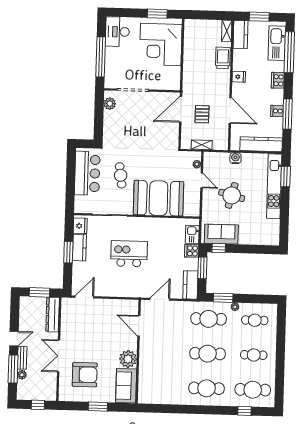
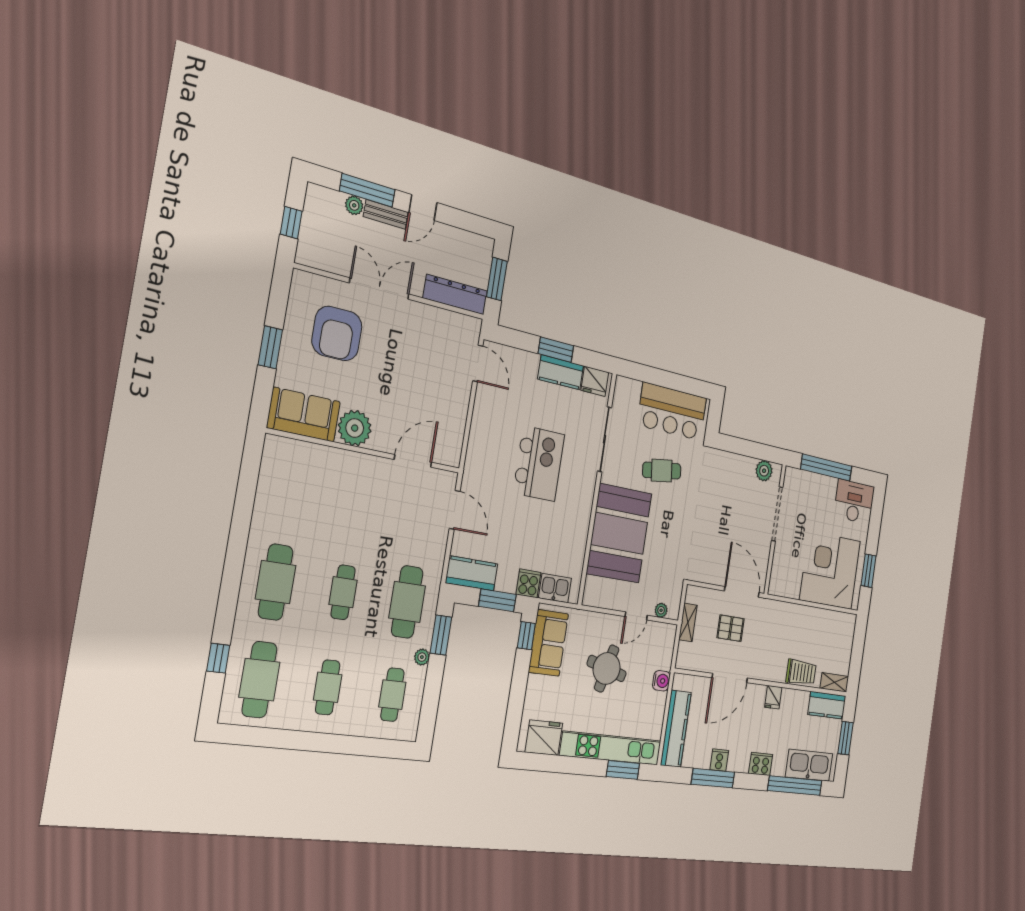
fridge: (271, 230) -> (544, 738), added
door: (14, 339) -> (423, 208), hinge flipped
cafe table: (208, 354) -> (343, 592), width x0.73, depth x0.74

